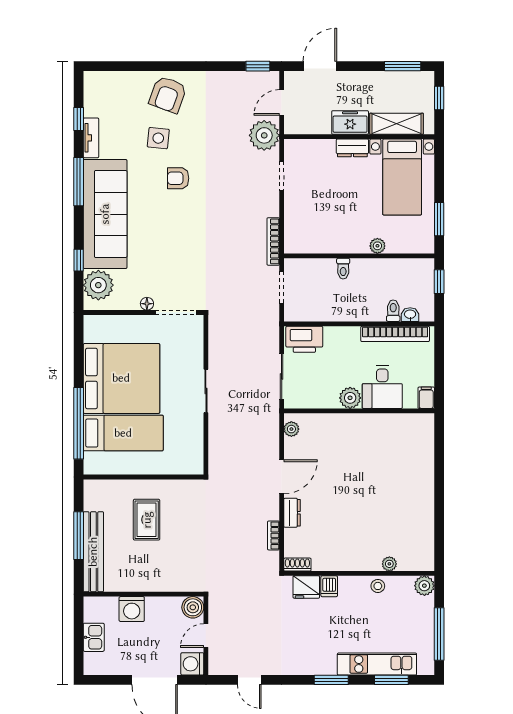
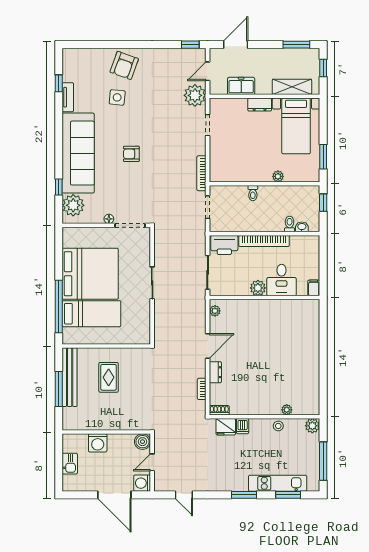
freezer: (350, 122) -> (241, 86), moved
armchair: (178, 178) -> (131, 154), moved
window: (79, 182) -> (59, 129), removed
bookcase: (395, 334) -> (264, 241), moved
bench: (93, 552) -> (70, 377), moved

